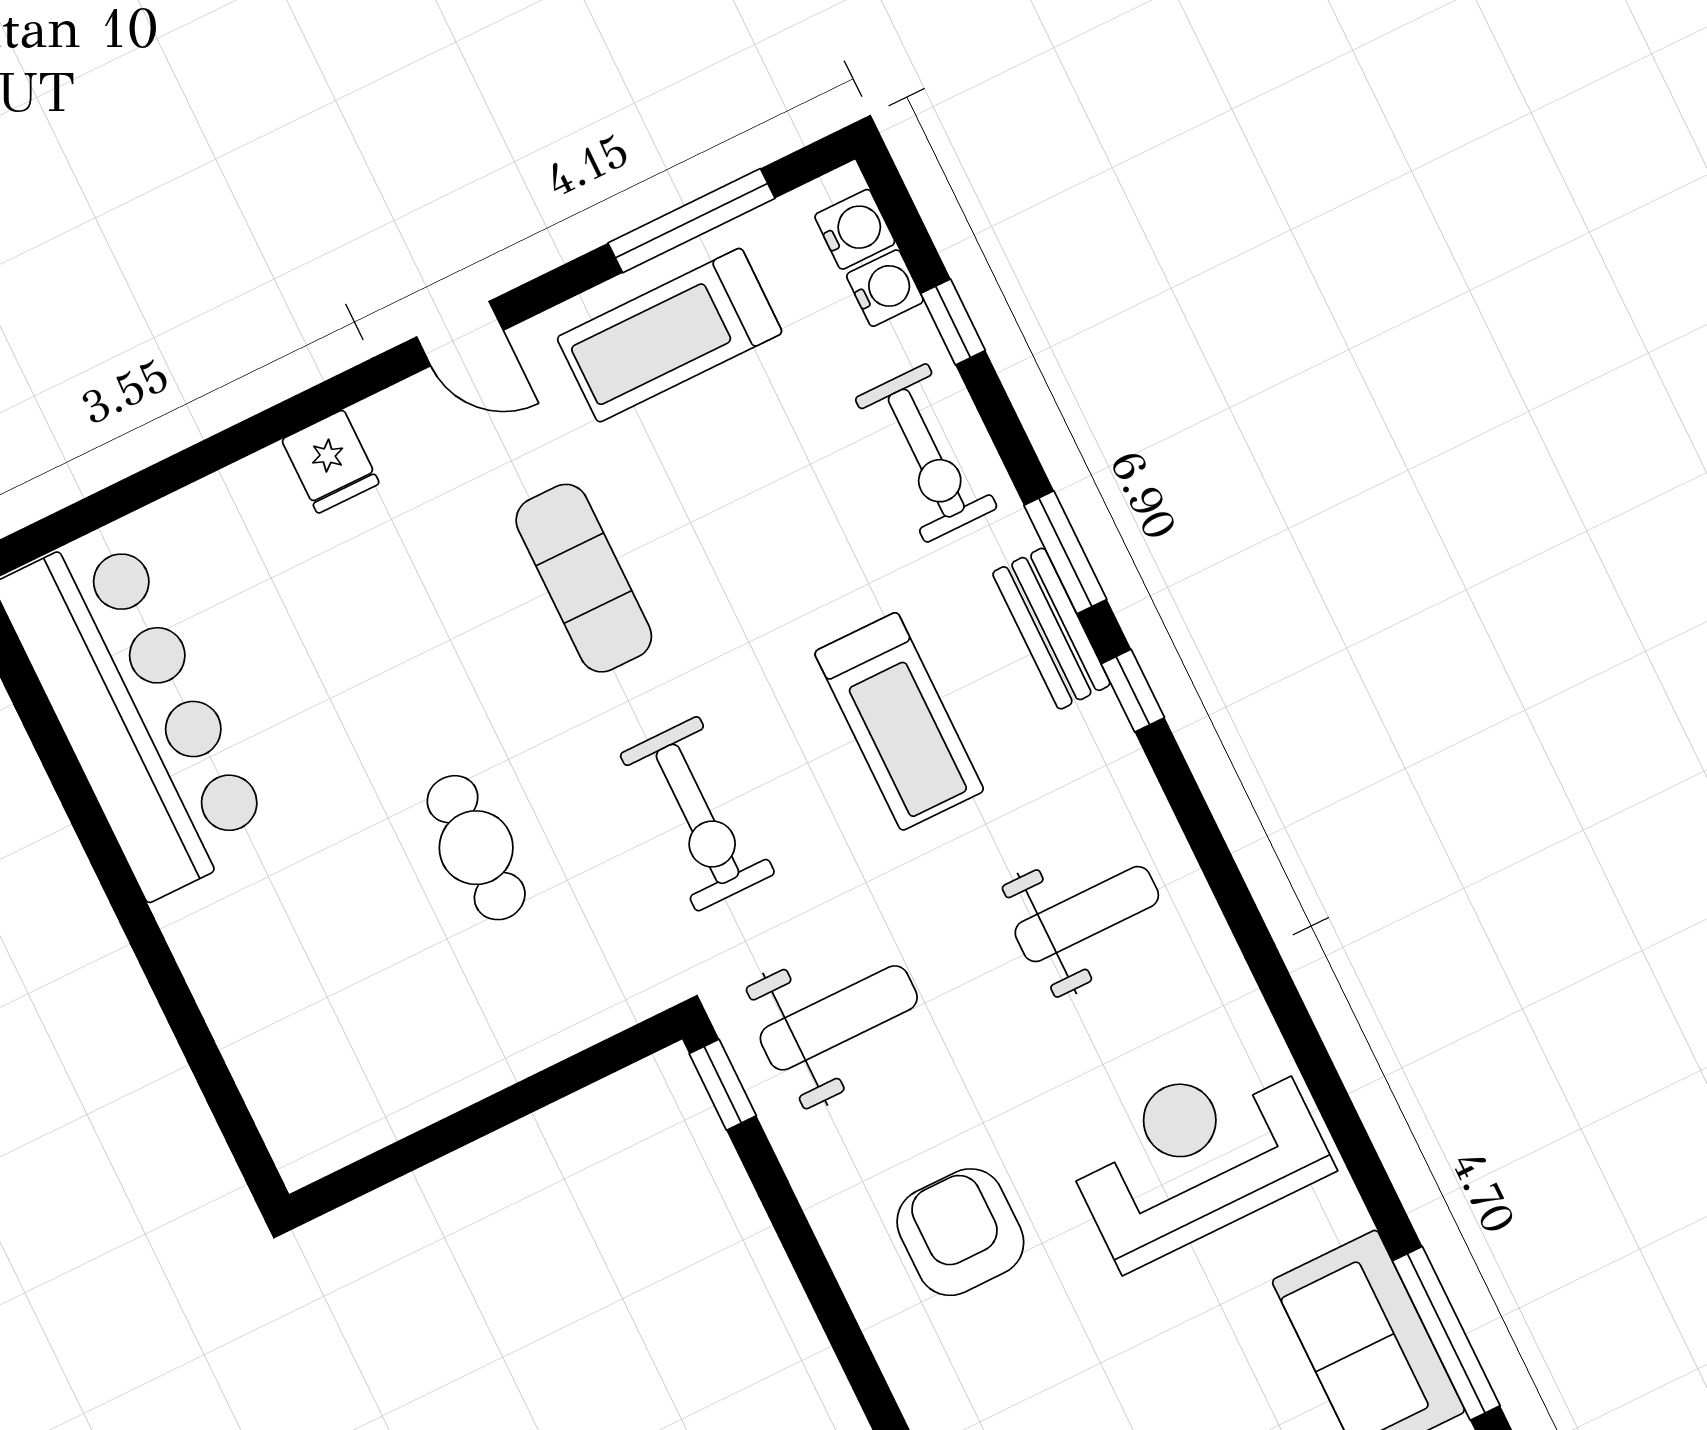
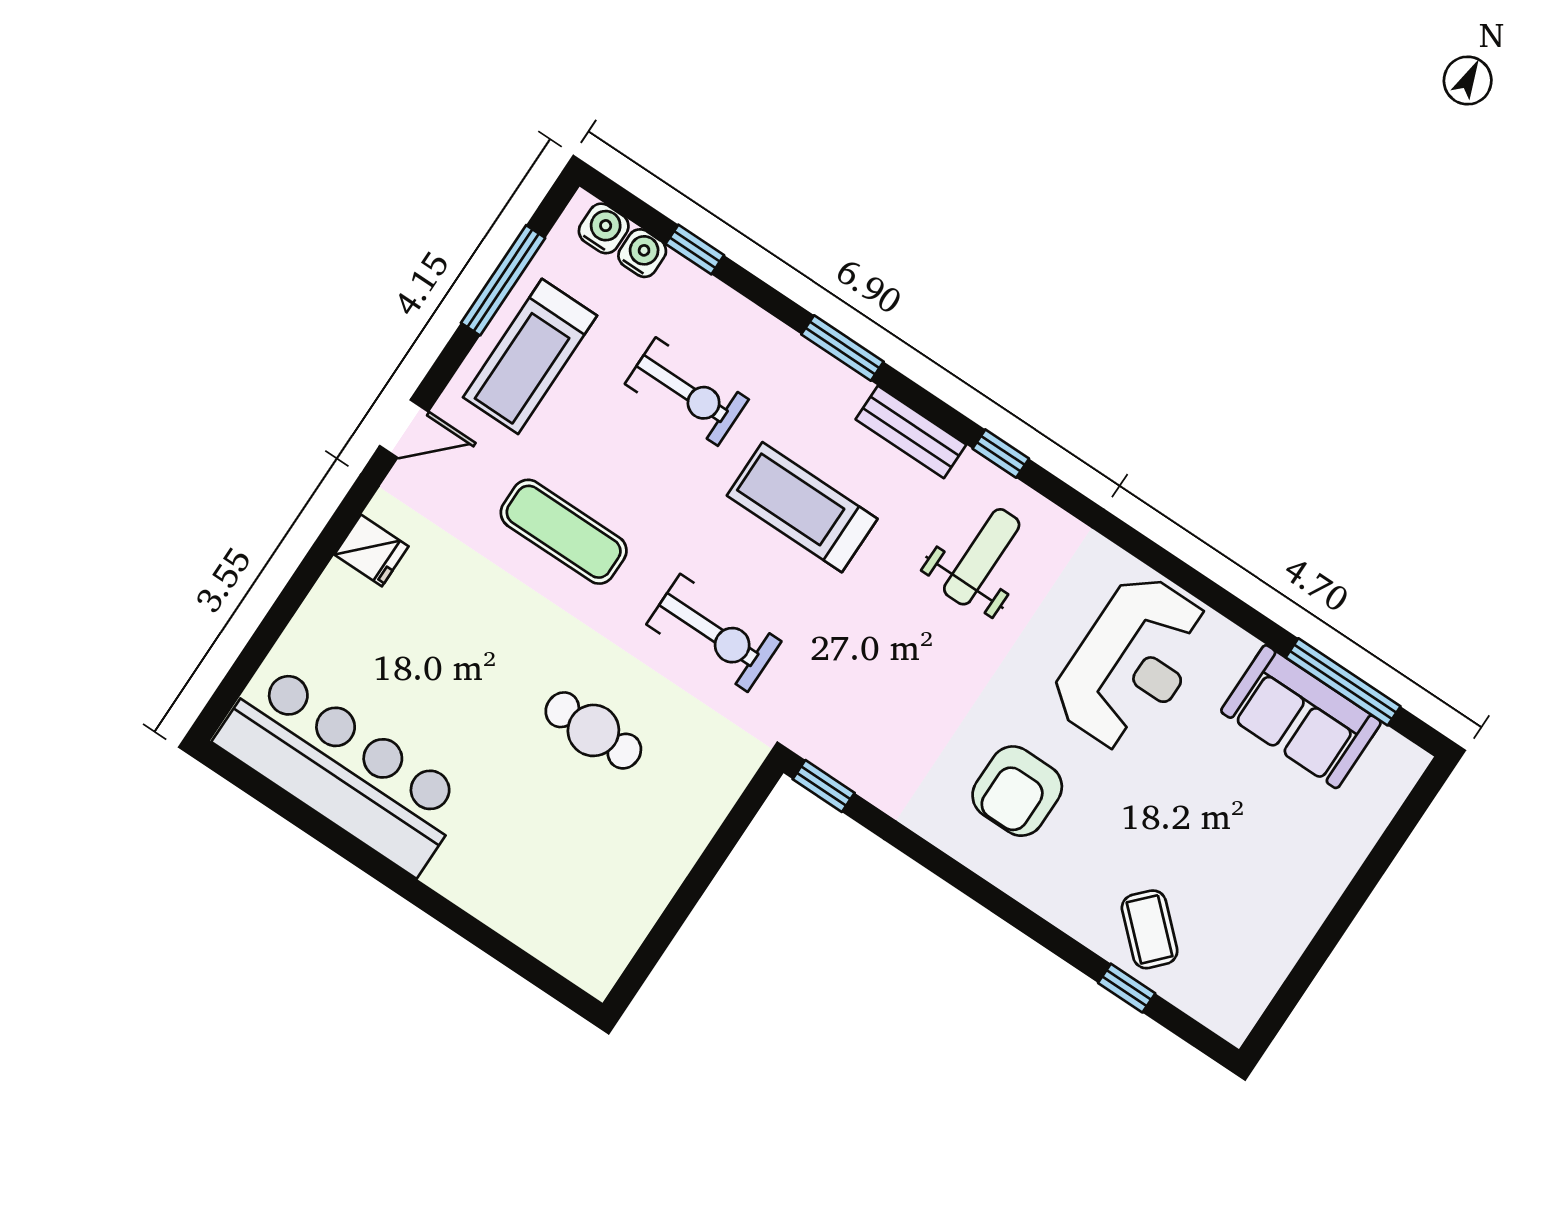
exercise bike: (926, 453) -> (687, 392), moved
bench: (1051, 629) -> (911, 432), moved
window: (1133, 691) -> (1001, 454), moved
treadmill: (899, 721) -> (802, 507), turned 180
weight bench: (839, 1018) -> (870, 705), removed
reception desk: (1197, 1156) -> (1132, 663), turned 180
armchair: (960, 1232) -> (1017, 791), turned -90

